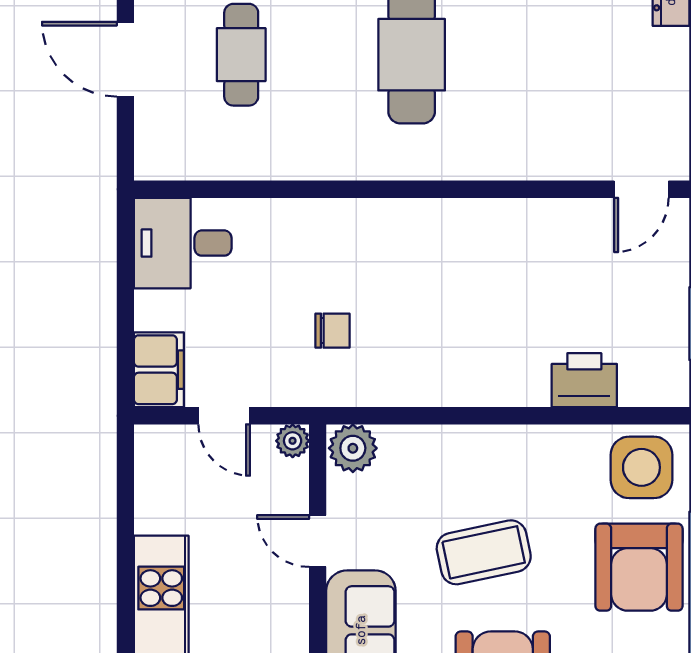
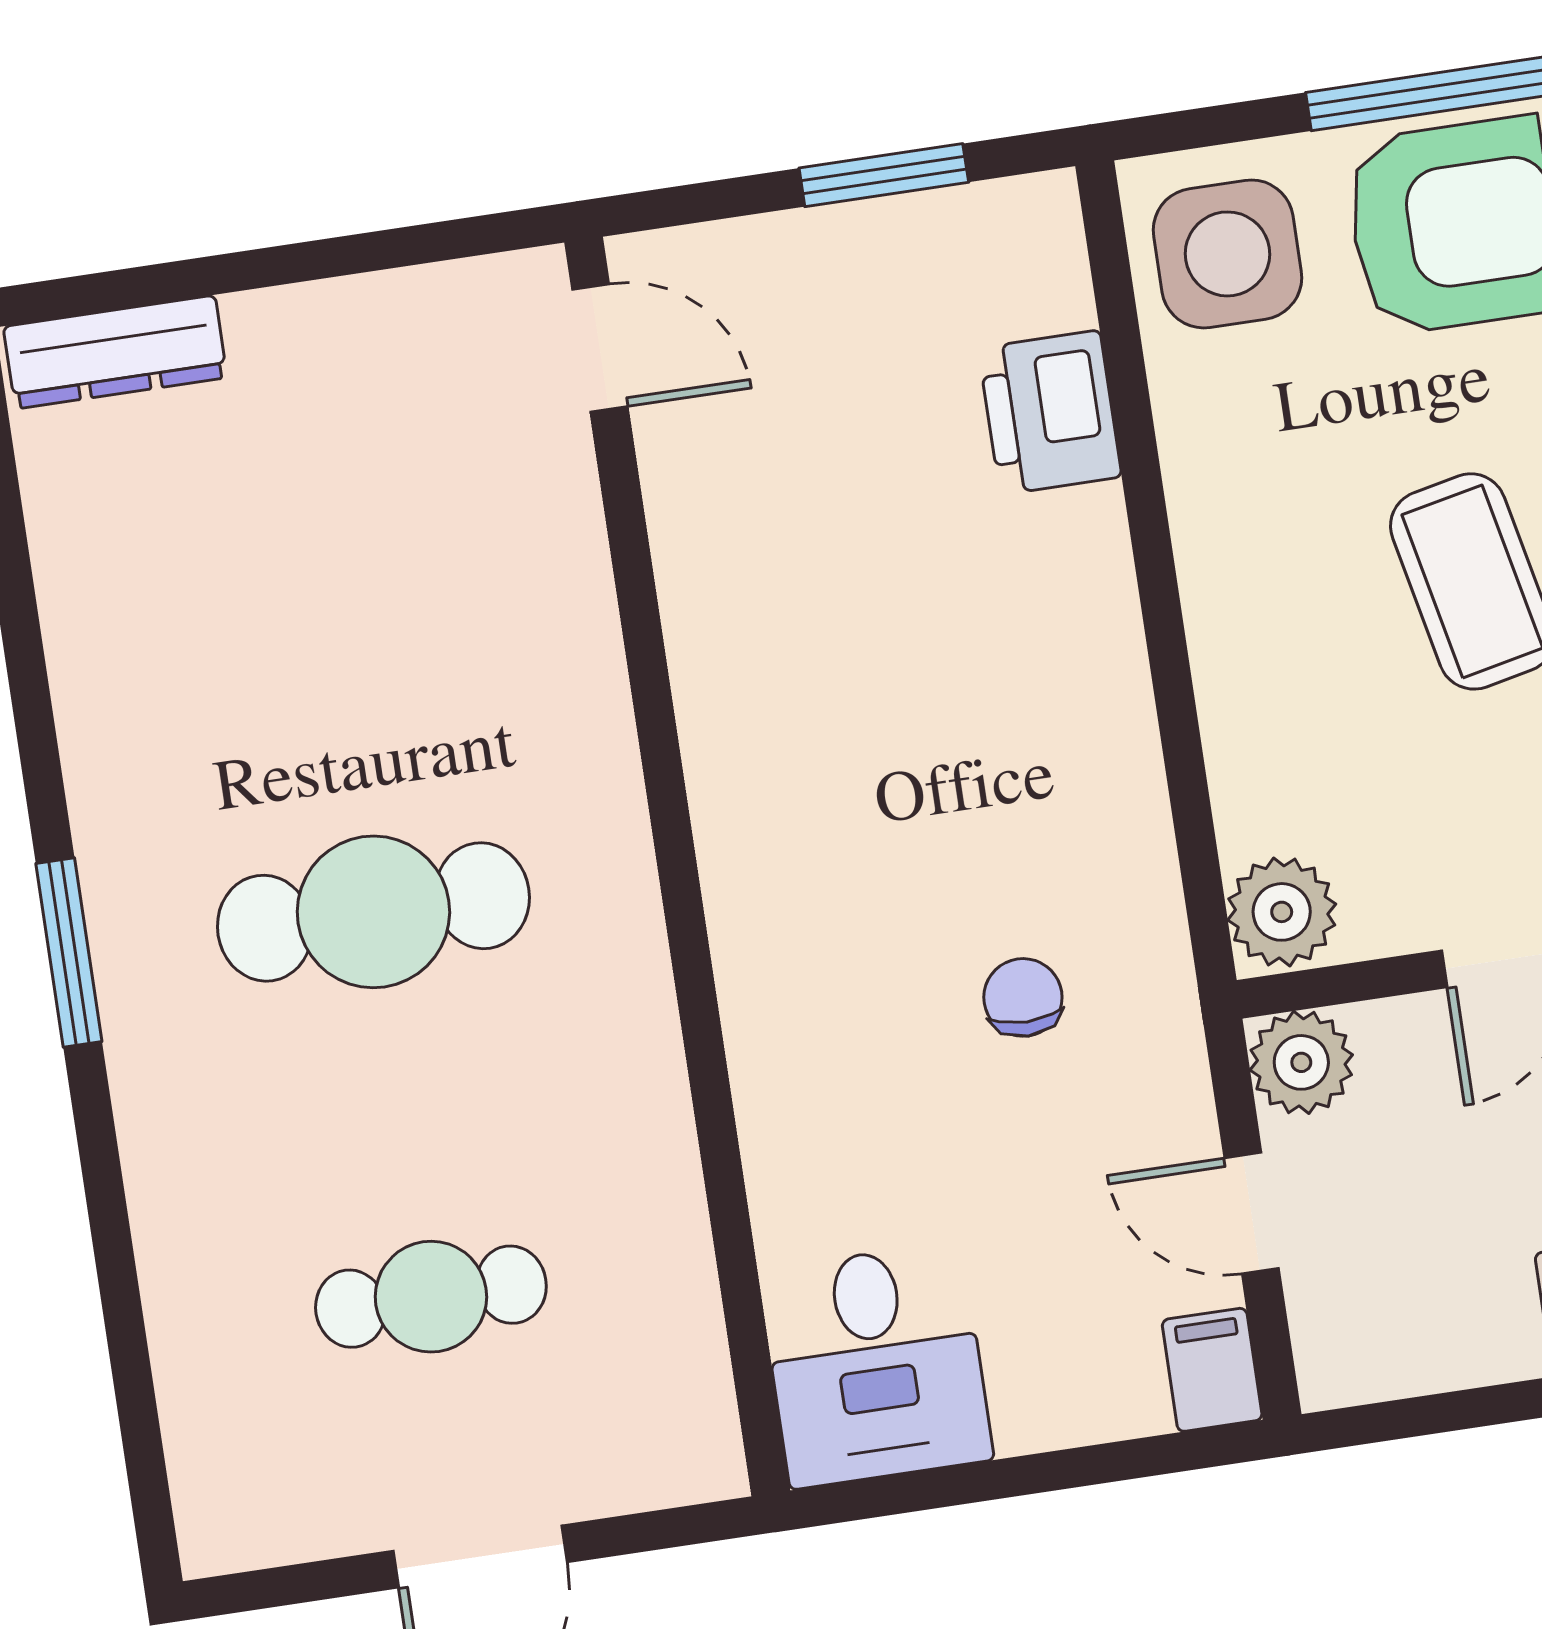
filing cabinet: (159, 370) -> (1212, 1370), width x0.50
door: (224, 416) -> (1252, 1213), swing flipped
plant: (293, 441) -> (1301, 1062), width x1.38, depth x1.38

